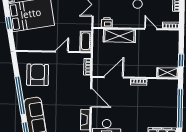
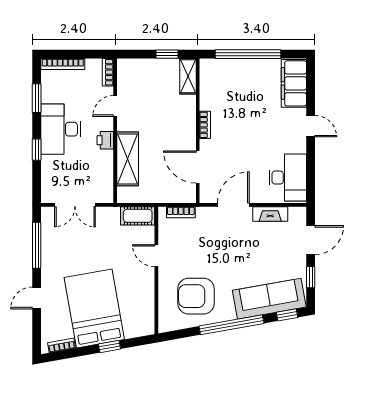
printer: (107, 22) -> (105, 140), moved

